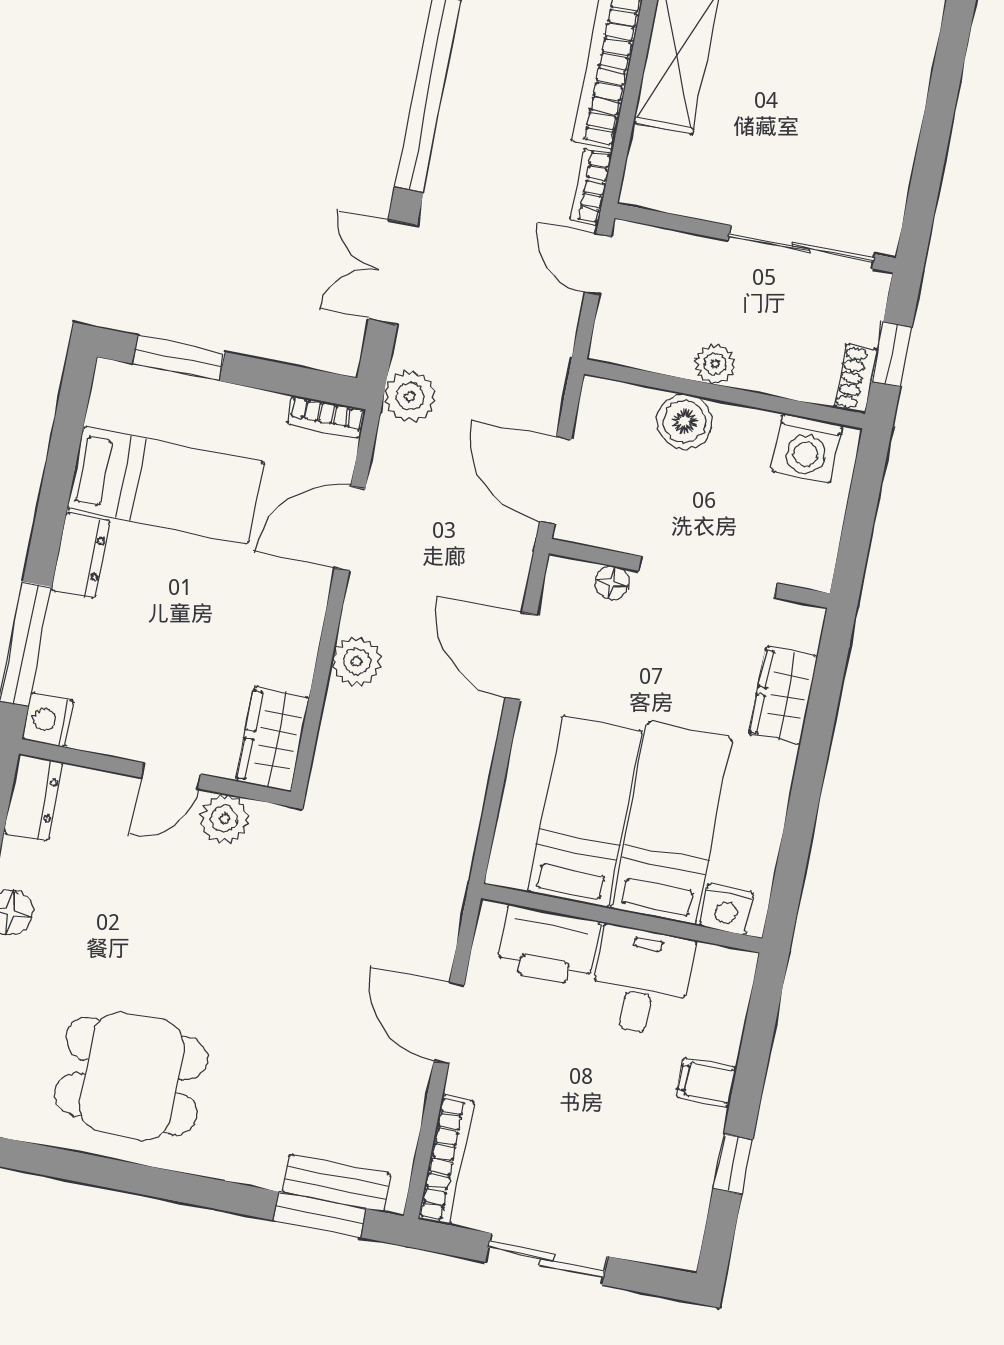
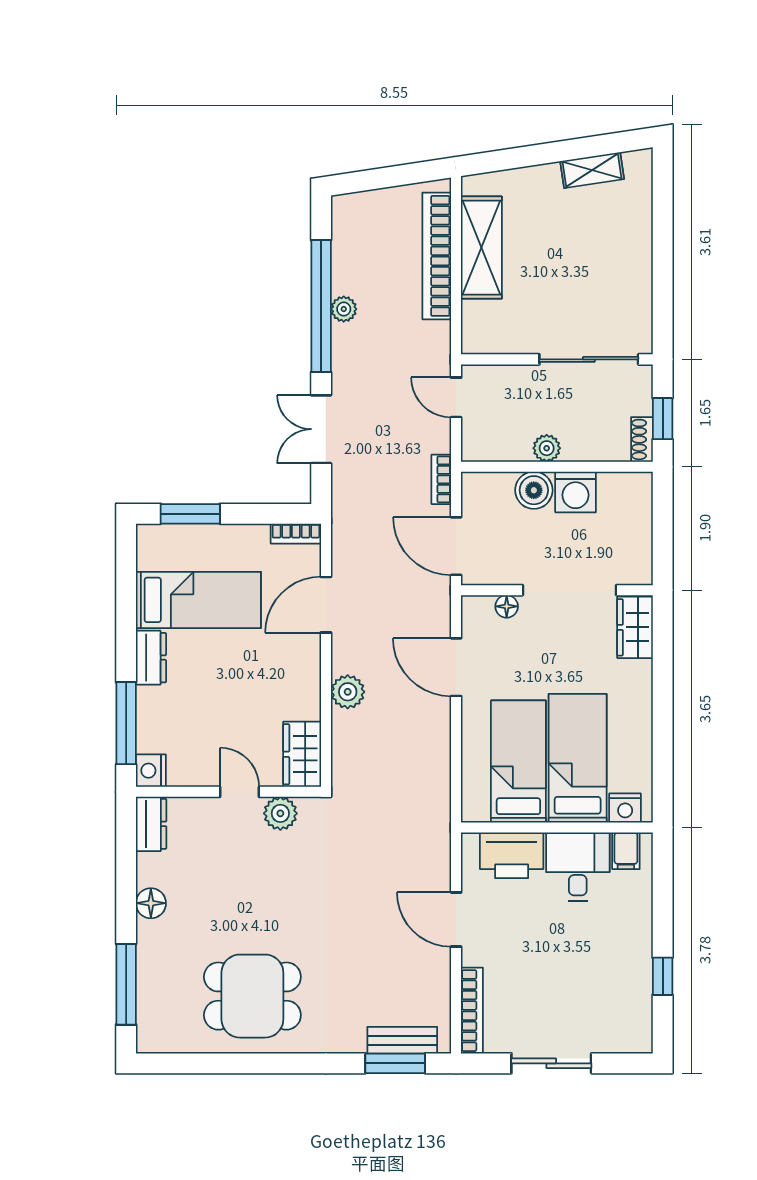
bookcase: (591, 187) -> (441, 479), moved
plant: (410, 396) -> (344, 309), moved, width x0.73, depth x0.73
washing machine: (807, 448) -> (576, 492), moved
wardrobe: (783, 696) -> (635, 627), moved
door: (171, 776) -> (239, 792), swing flipped
filing cabinet: (707, 1082) -> (626, 851), moved, turned -90

